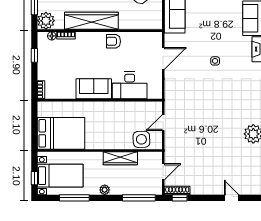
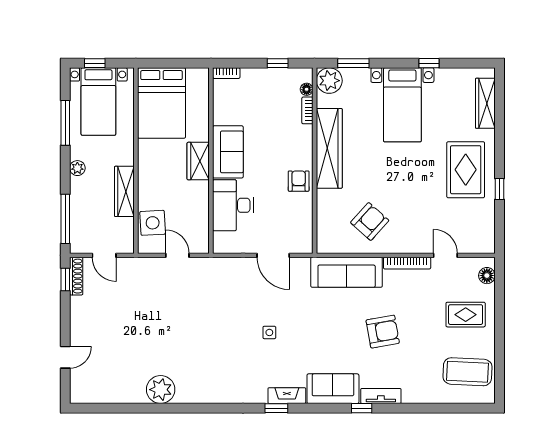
wardrobe: (100, 109) -> (198, 161), added

